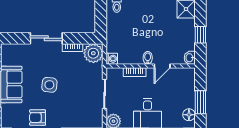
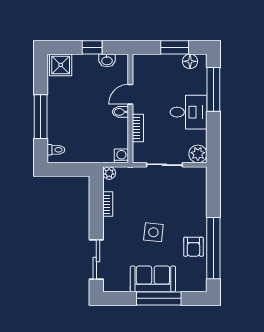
sliding door: (46, 38) -> (96, 259), moved
plant: (93, 53) -> (109, 173), width x0.53, depth x0.53
washbasin: (190, 58) -> (107, 60), moved
door: (162, 66) -> (130, 94), swing flipped

